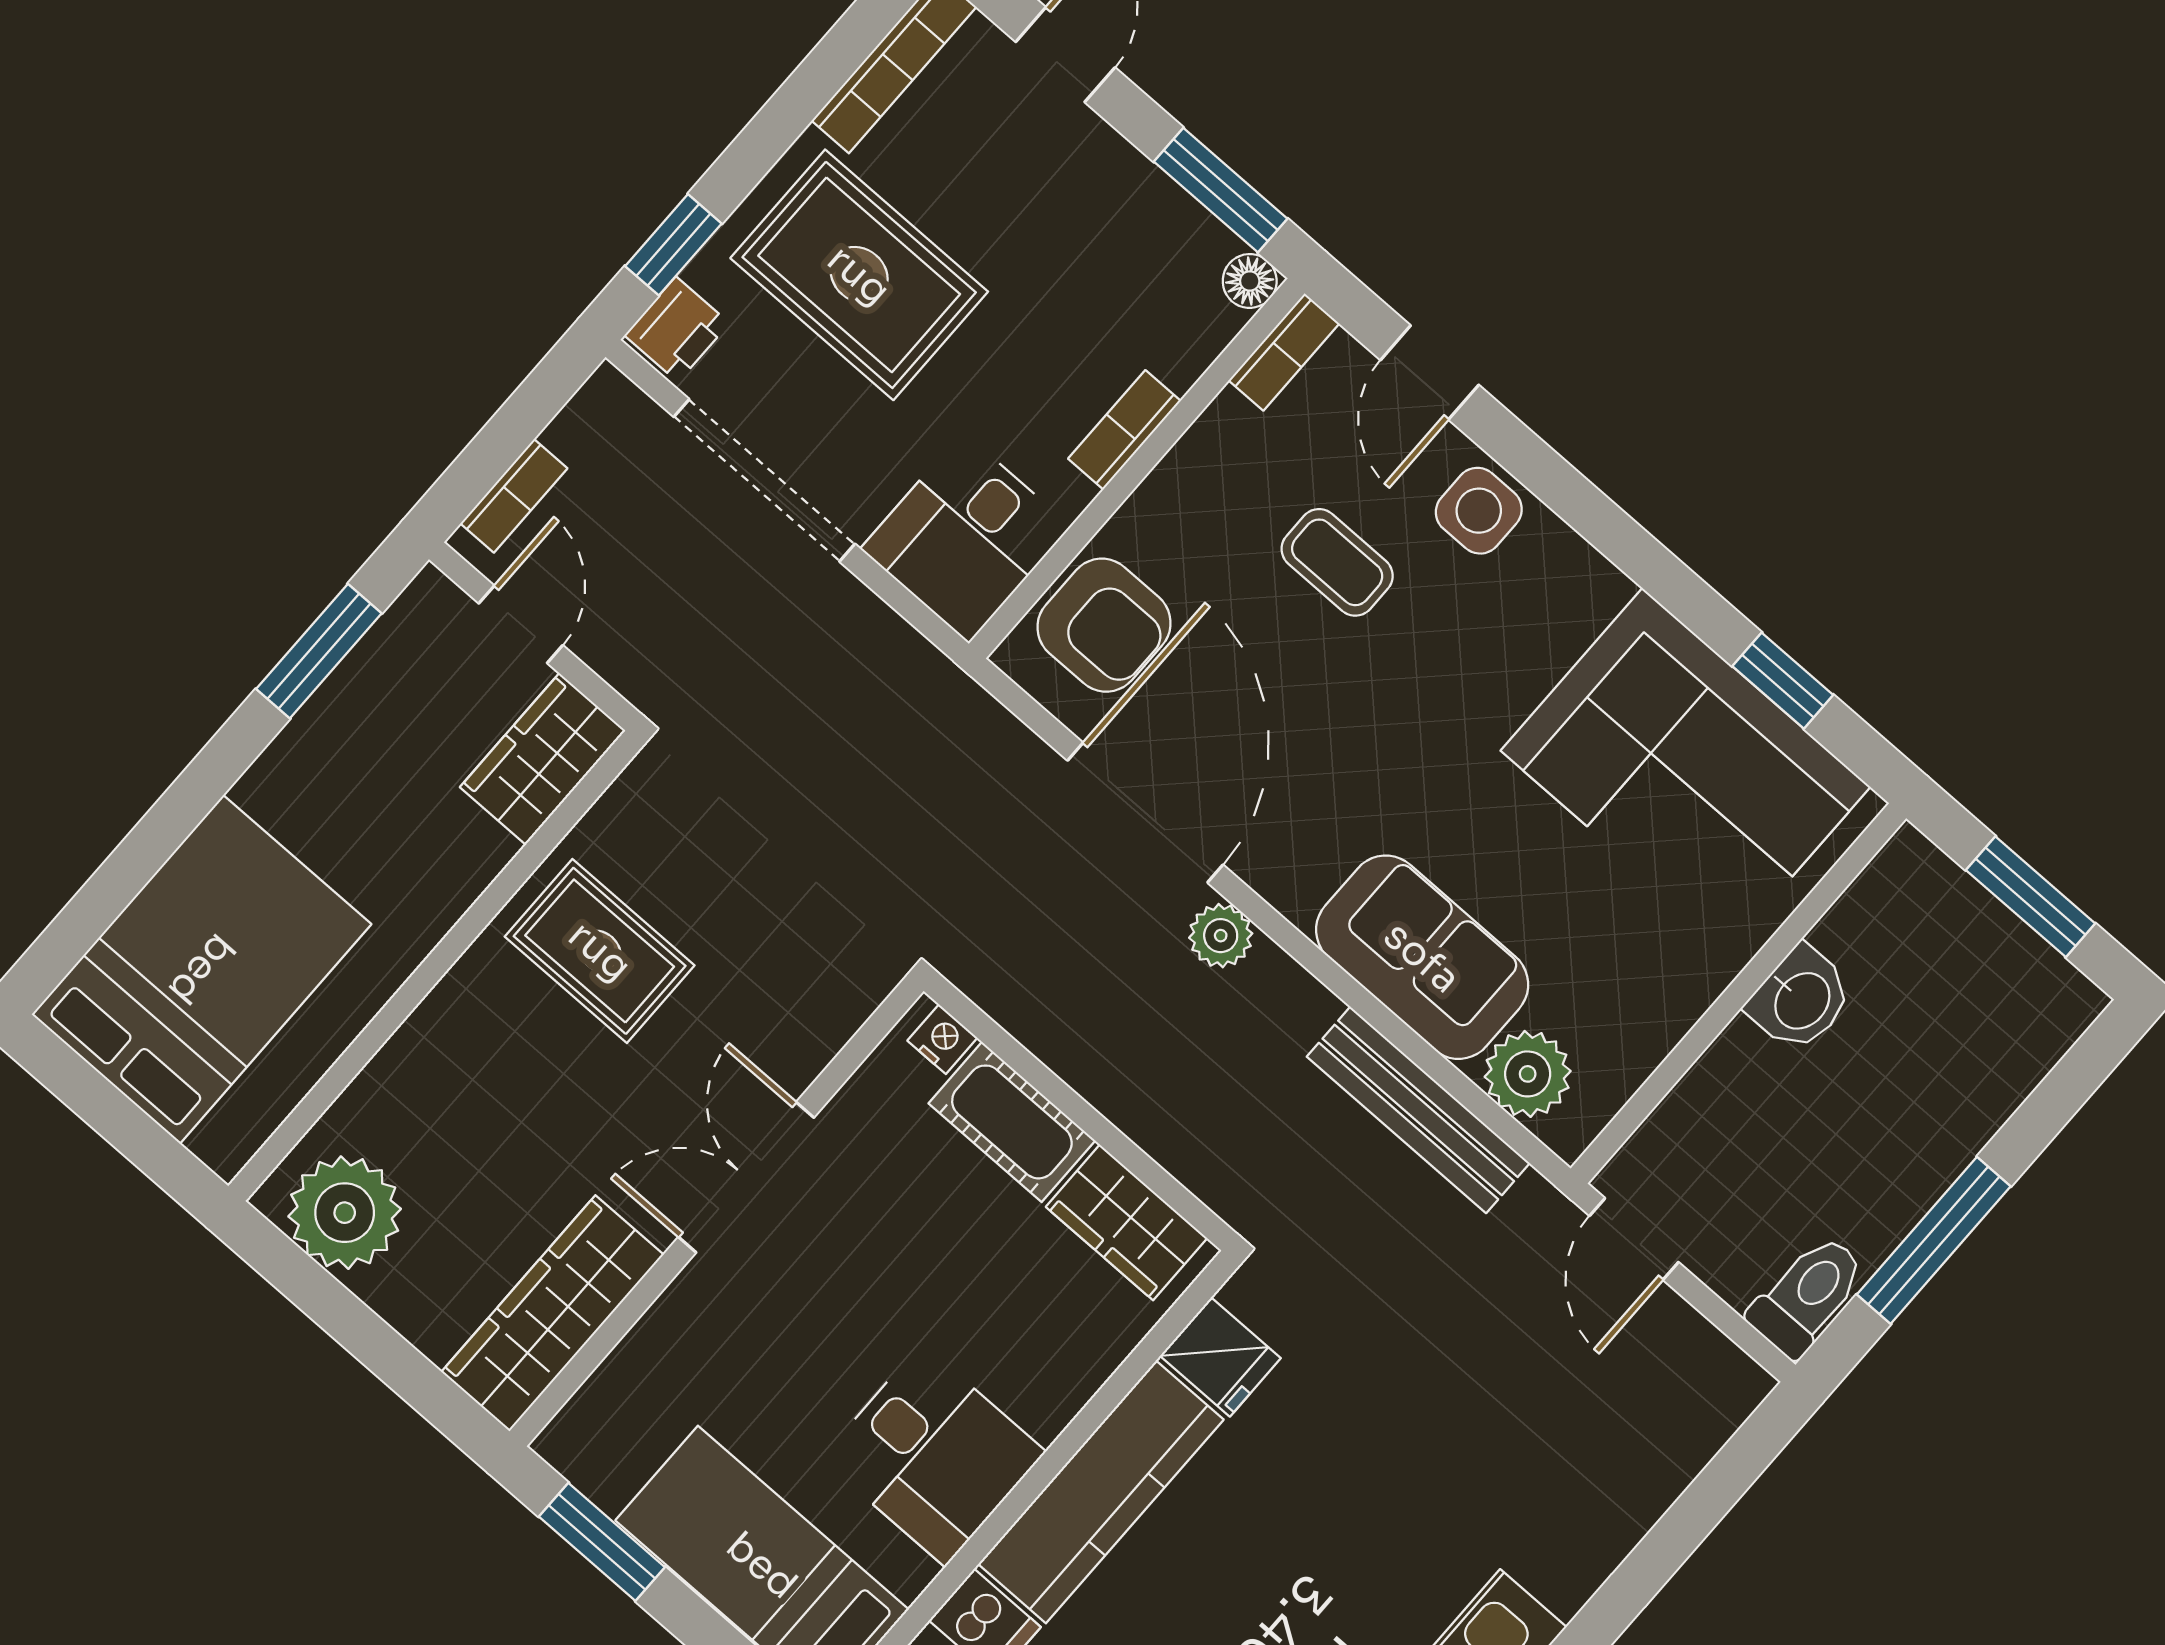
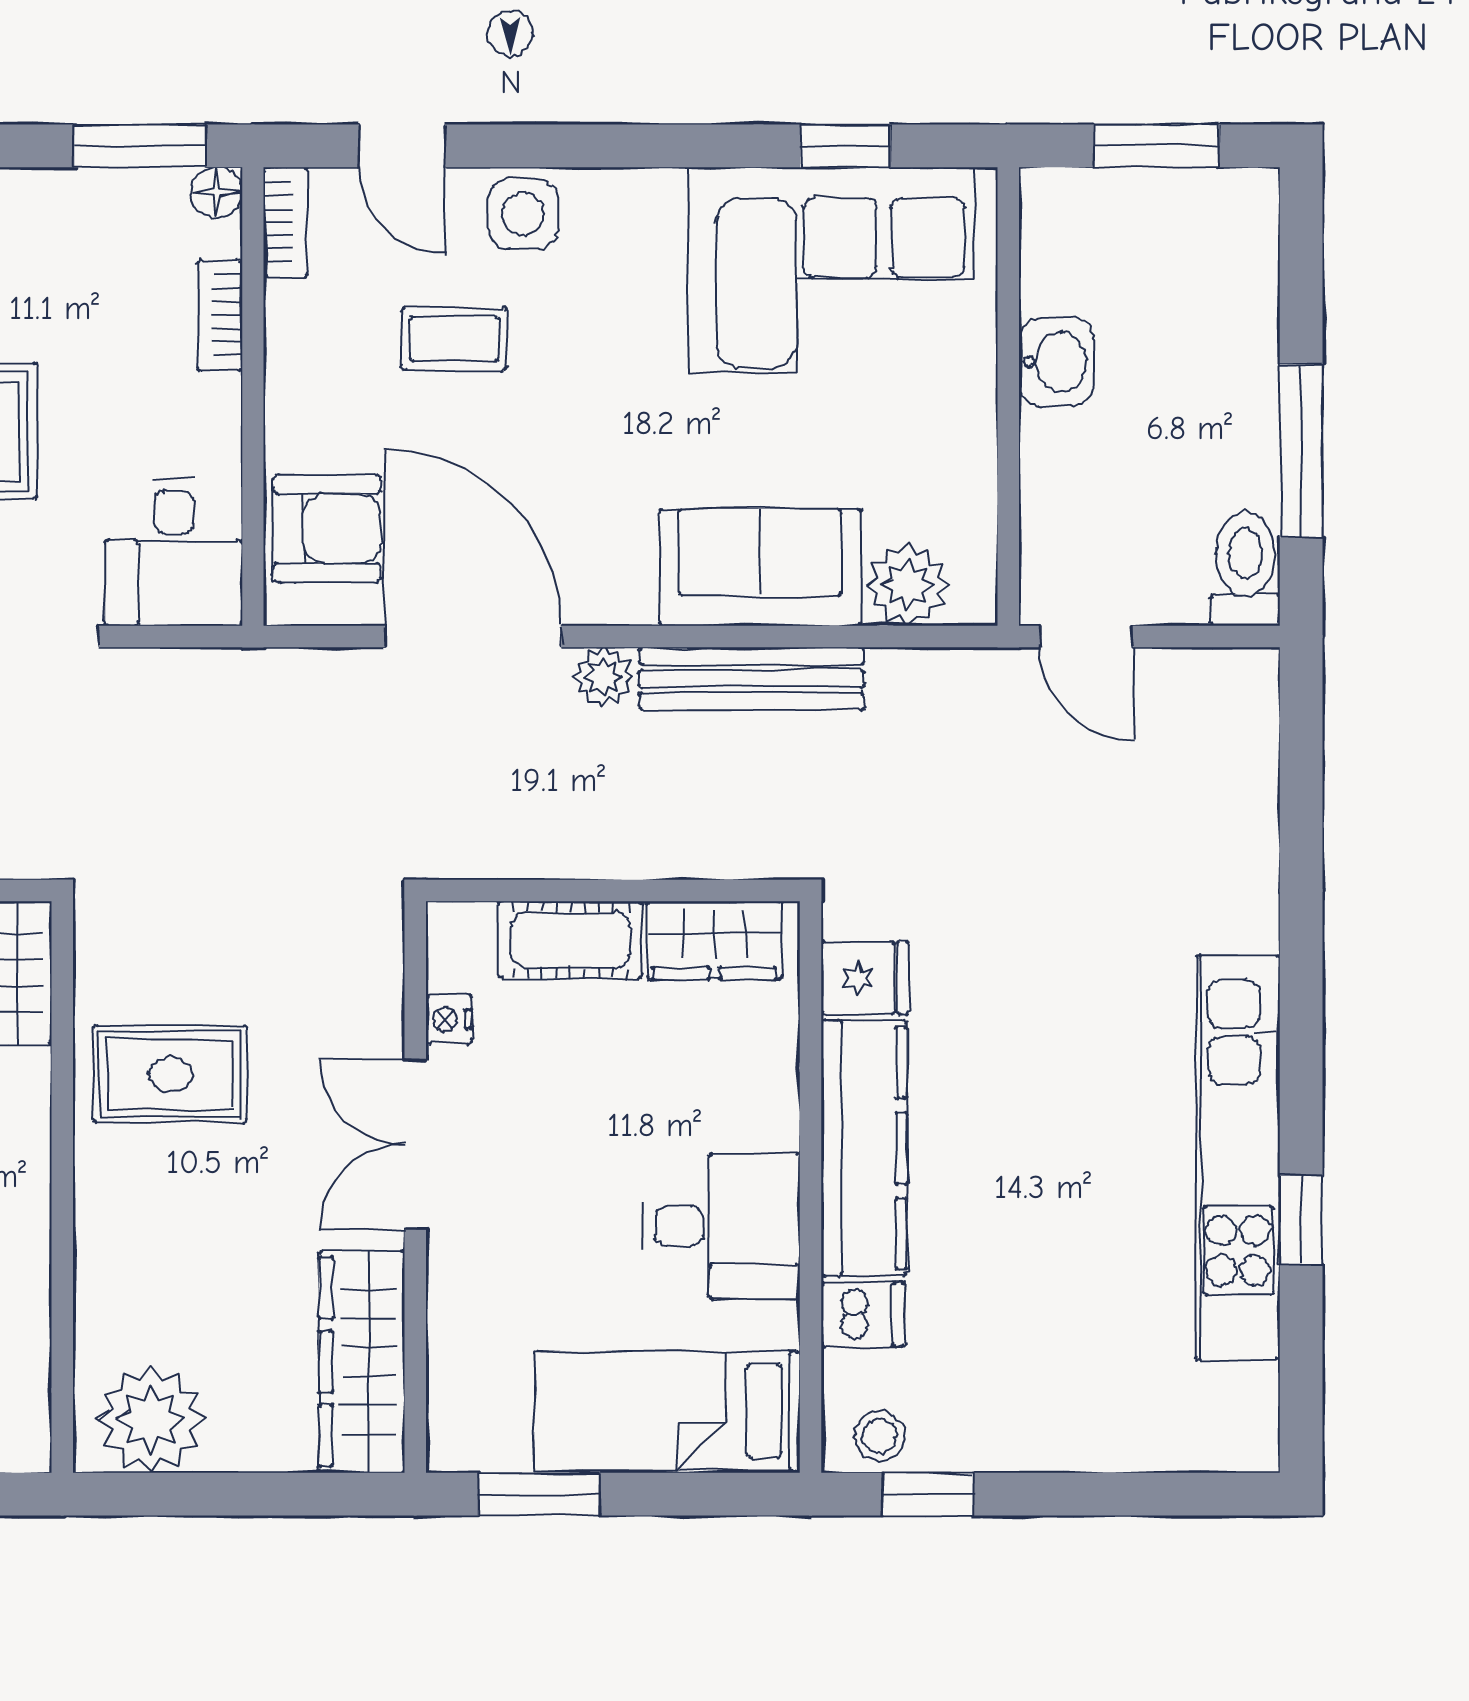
bookcase: (1124, 430) -> (220, 315), moved
nightstand: (942, 1039) -> (449, 1019), moved, turned -90
bench: (1418, 1110) -> (752, 679), moved

